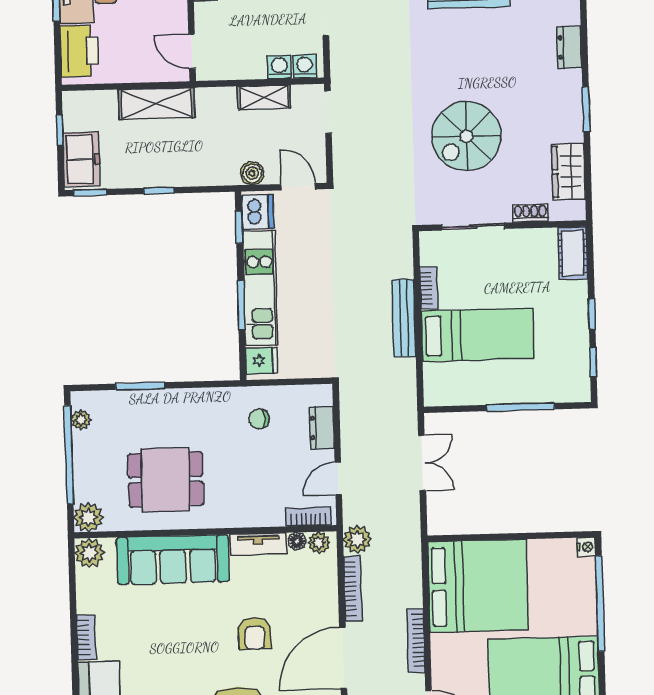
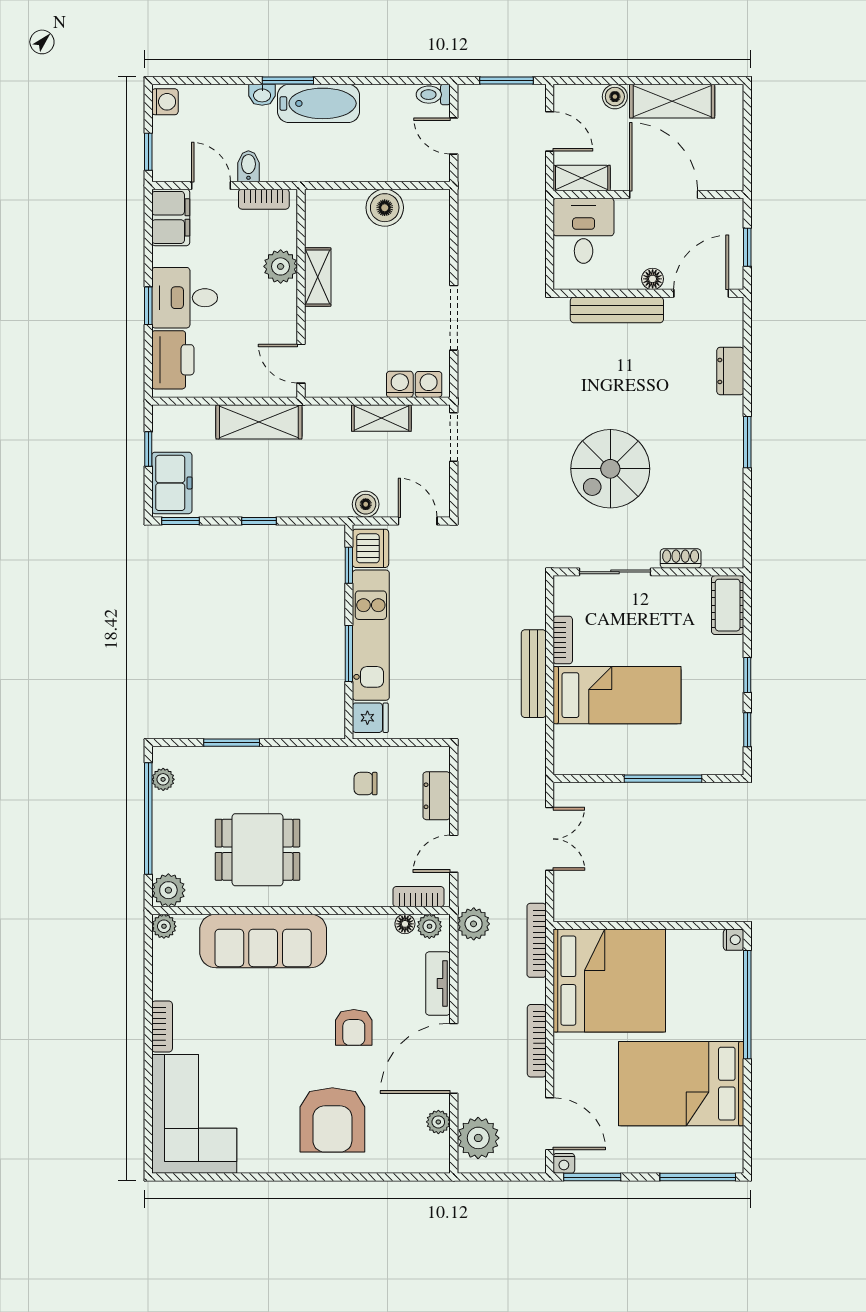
wardrobe: (569, 172) -> (725, 512), removed
tv unit: (258, 544) -> (438, 984), moved, turned 90
plant: (89, 553) -> (164, 926), width x0.73, depth x0.73
bookcase: (353, 589) -> (537, 940), moved, turned 180

